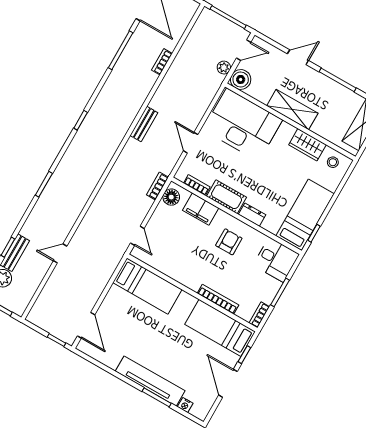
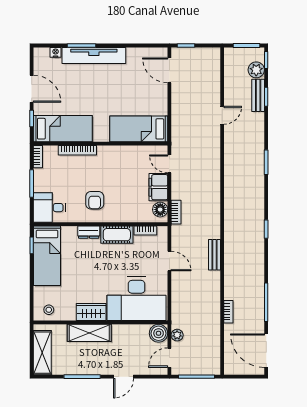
shelving: (292, 110) -> (89, 333), moved
wardrobe: (307, 145) -> (91, 312), moved
filing cabinet: (201, 209) -> (158, 187), moved, turned -90

